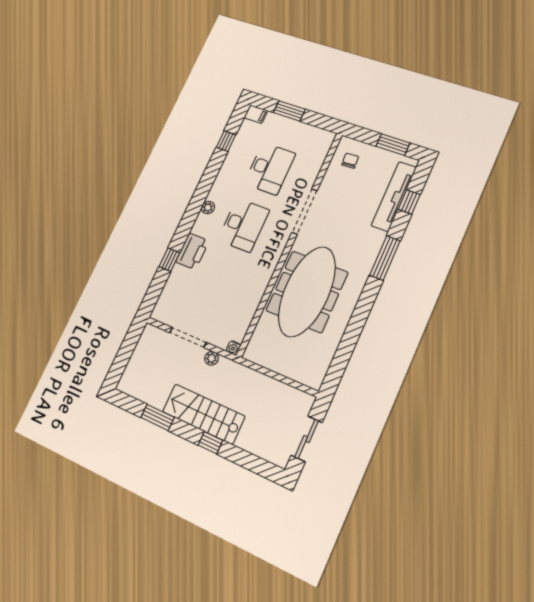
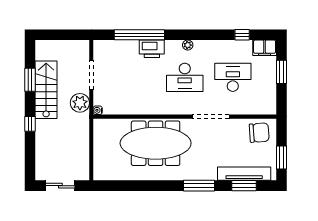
filing cabinet: (256, 114) -> (265, 48), width x2.00
chair: (350, 161) -> (259, 133), width x1.87, depth x1.87
desk: (270, 169) -> (233, 77), turned 180
window: (409, 202) -> (244, 186), width x1.50
window: (169, 260) -> (139, 35), width x3.17
plant: (212, 358) -> (80, 103), width x1.87, depth x1.87
stairs: (203, 414) -> (46, 90), moved

